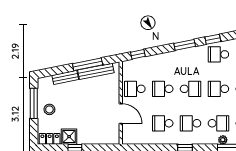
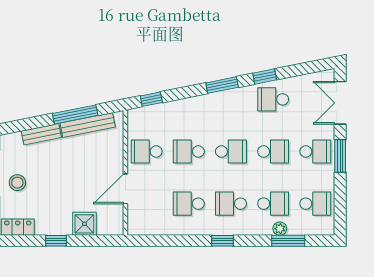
school desk: (218, 89) -> (273, 151), turned 180
door: (121, 114) -> (125, 189), swing flipped
shower: (69, 137) -> (84, 224), moved

